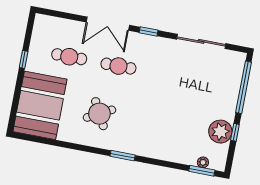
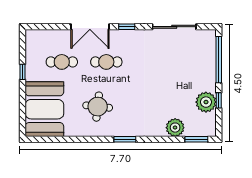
round table: (99, 114) -> (98, 107), turned 34
plant: (203, 162) -> (175, 128), moved, width x1.87, depth x1.87

